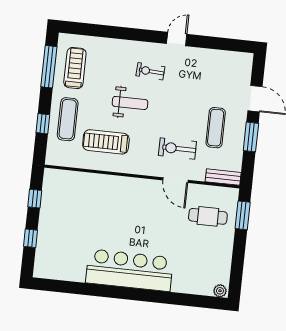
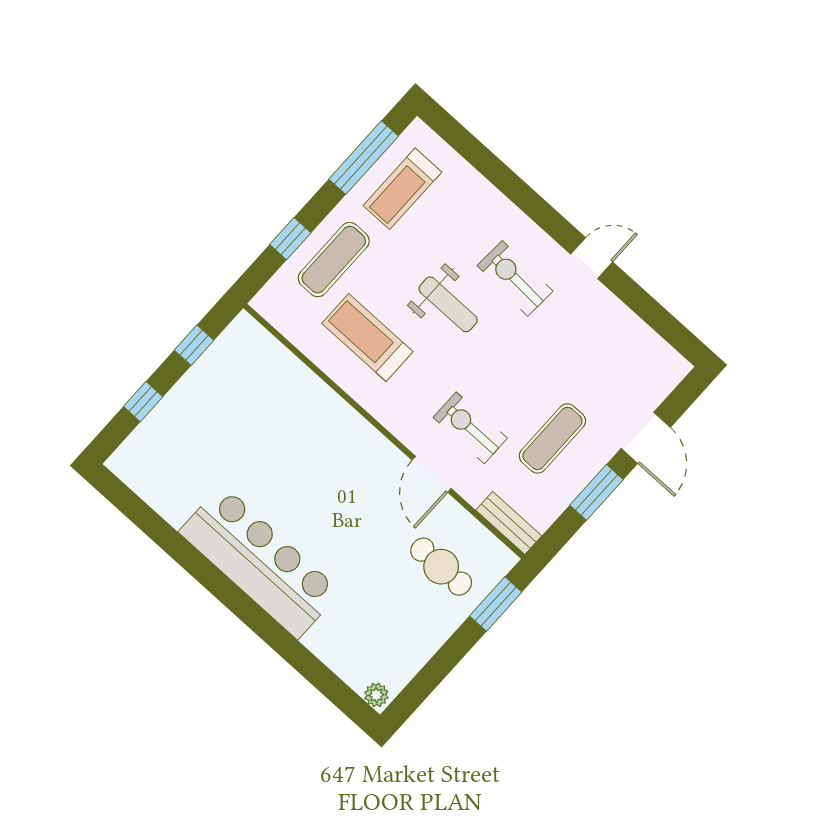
treadmill: (75, 68) -> (402, 189), turned 180
exercise bike: (150, 71) -> (515, 278), width x1.38, depth x1.39

